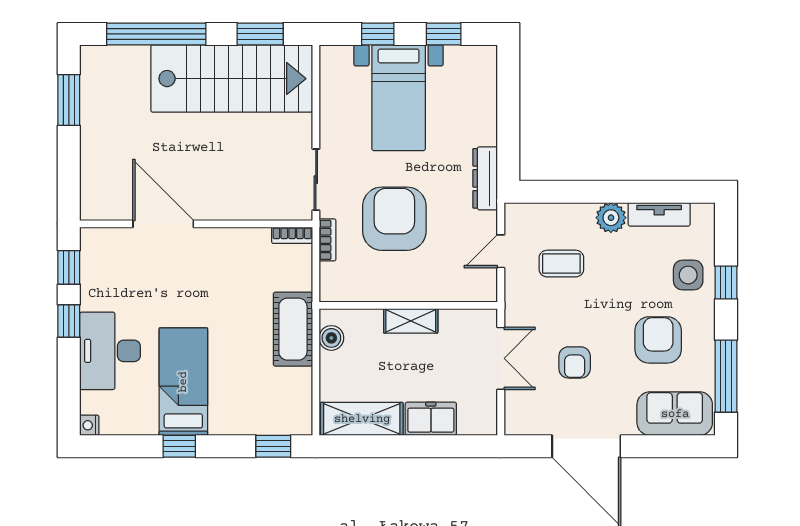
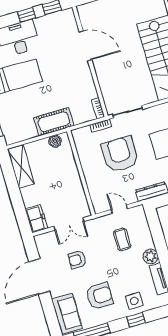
armchair: (394, 219) -> (120, 154), turned -90
door: (163, 224) -> (86, 46), hinge flipped
shelving: (411, 321) -> (74, 176), removed
freezer: (431, 419) -> (36, 219), moved

